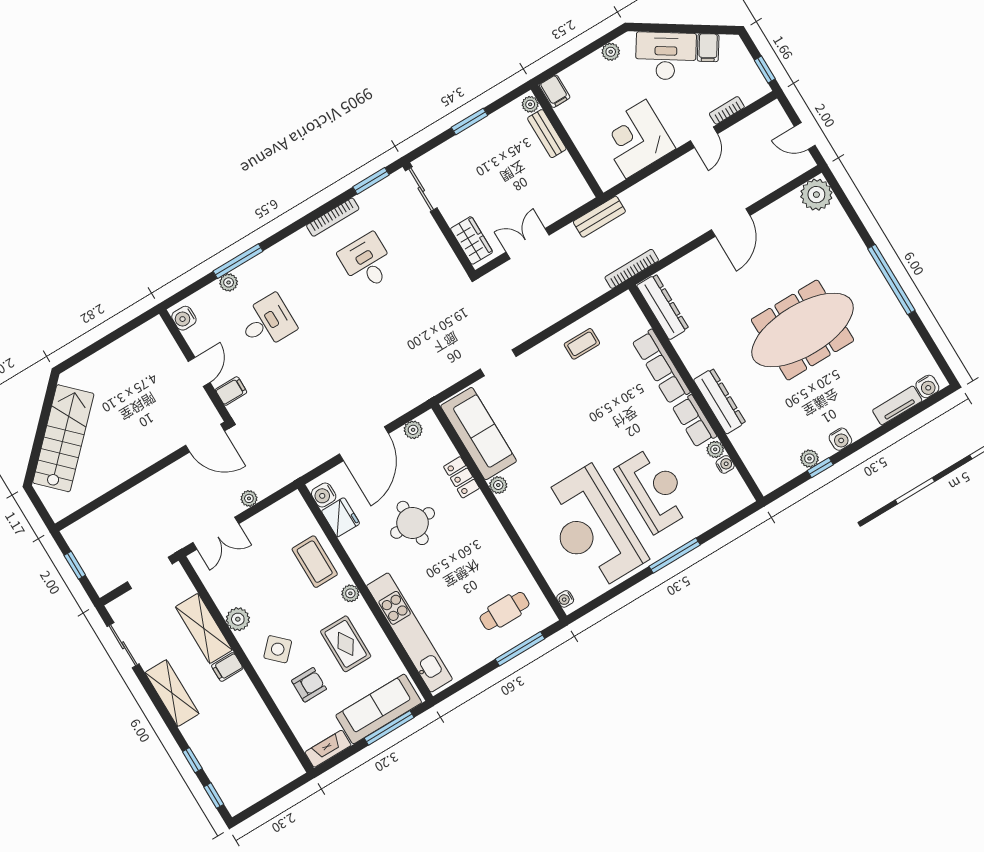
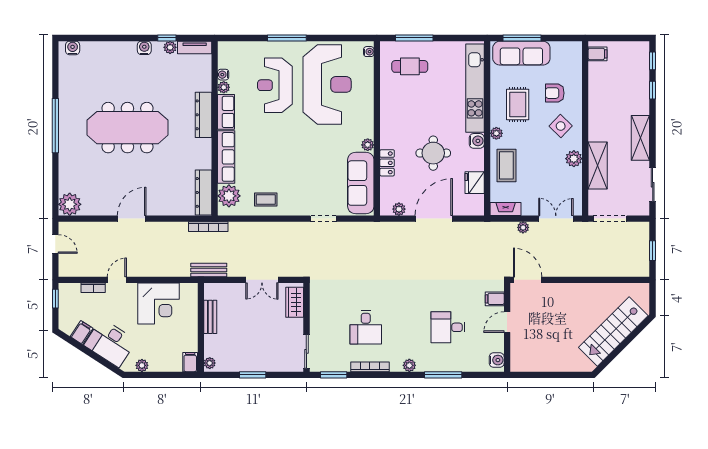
bench: (547, 134) -> (210, 317), moved
plant: (229, 282) -> (409, 365), moved
plant: (629, 321) -> (229, 196), added
tv unit: (897, 405) -> (195, 47), moved
water cooler: (324, 495) -> (477, 141), moved
filing cabinet: (227, 667) -> (598, 54), moved
fireplace: (328, 749) -> (506, 209), moved, turned 180

